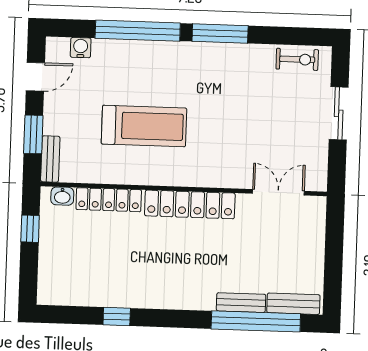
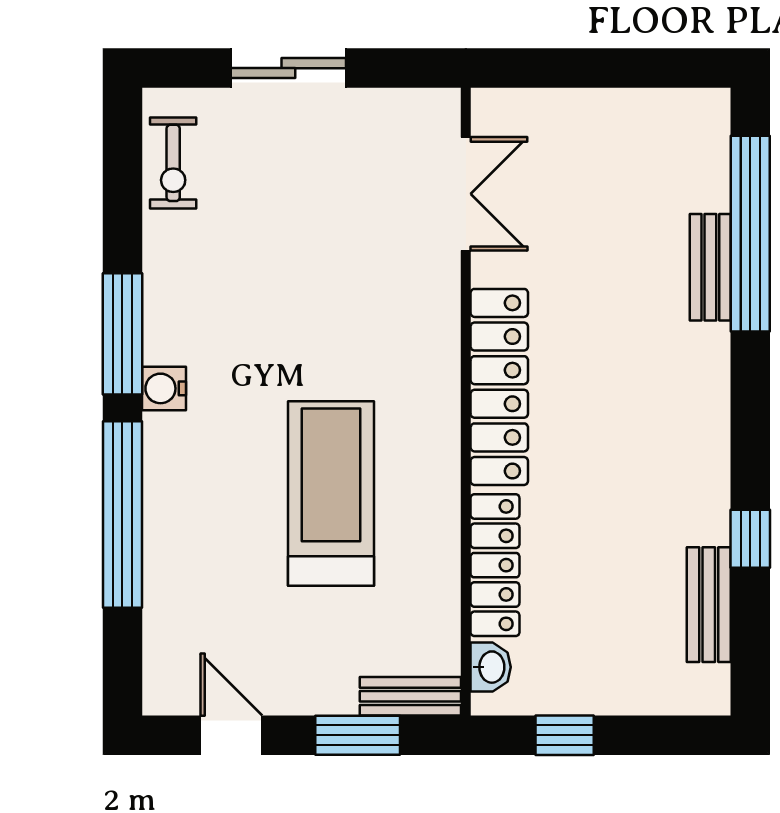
water cooler: (81, 48) -> (164, 388), moved
exercise bike: (297, 59) -> (173, 163), turned 180
double door: (278, 192) -> (466, 194), swing flipped
bench: (293, 304) -> (709, 605), moved

